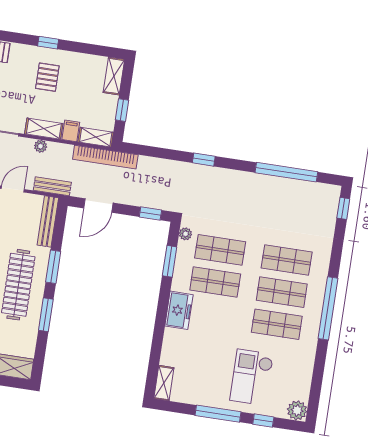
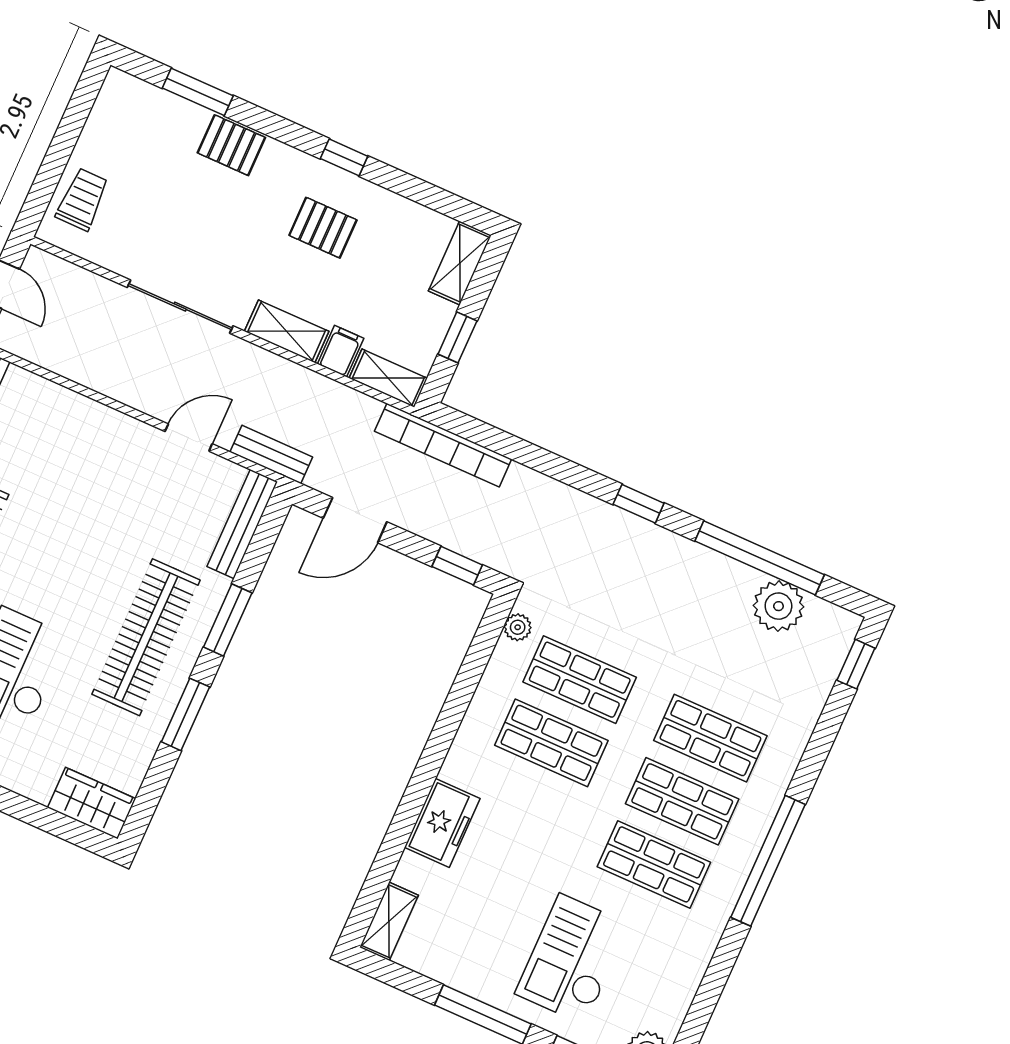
pallet: (47, 77) -> (323, 228), turned 90
plant: (41, 146) -> (778, 606), moved, width x1.87, depth x1.87
bookcase: (105, 157) -> (443, 445), moved
window: (204, 160) -> (639, 504), moved
window: (170, 261) -> (470, 675), removed
freezer: (179, 310) -> (442, 823), moved

